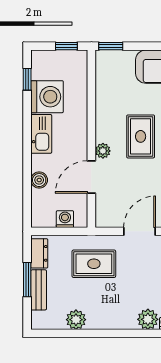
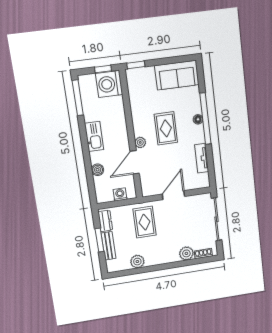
window: (27, 79) -> (78, 98), width x2.17
washing machine: (47, 97) -> (109, 84), moved, turned 180
rug: (94, 264) -> (145, 222), turned 90

